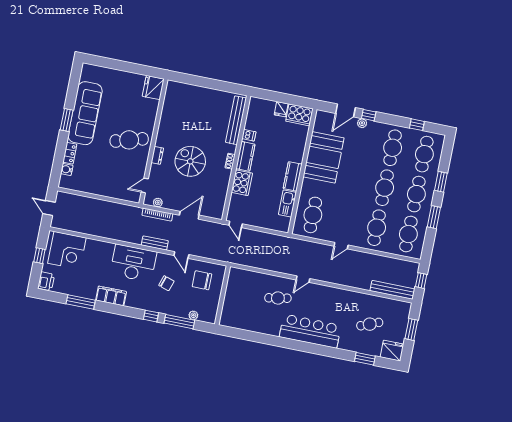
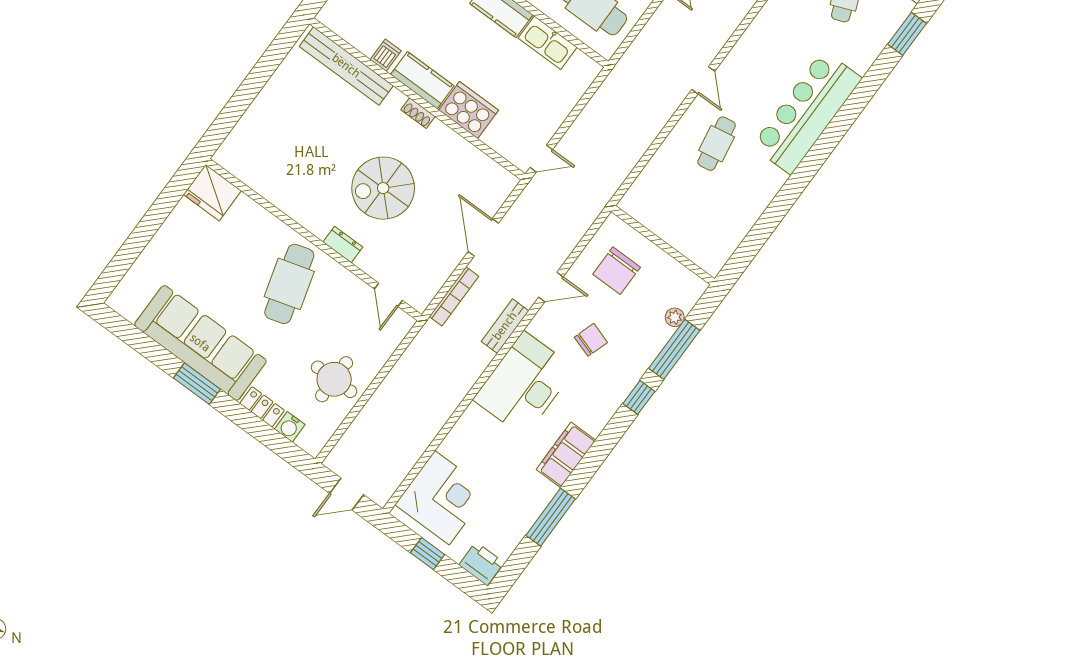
round table: (97, 179) -> (334, 379), added
plant: (158, 203) -> (432, 285), removed

